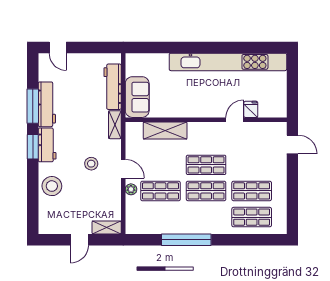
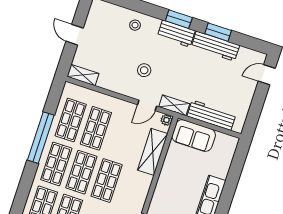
window: (33, 106) -> (218, 32), width x0.69
door: (123, 169) -> (147, 105), moved
stool: (52, 186) -> (135, 25), width x0.53, depth x0.53
plant: (131, 189) -> (166, 120), moved
shop shelf: (160, 217) -> (71, 120), added
shop shelf: (206, 217) -> (56, 164), added
shelving: (107, 228) -> (83, 75), moved, turned 90

